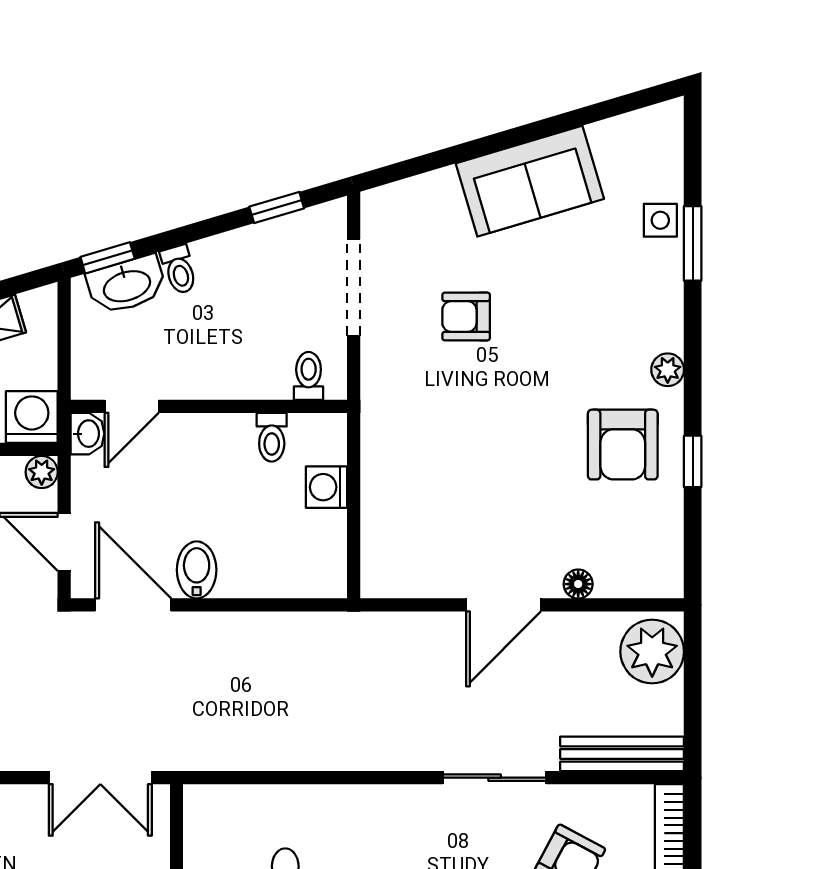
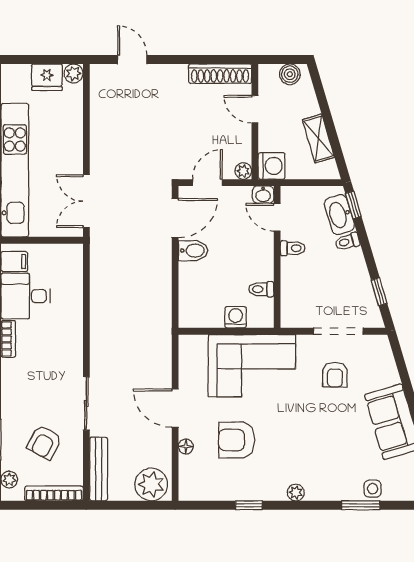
armchair: (466, 316) -> (335, 375), moved, turned 180
toilet: (309, 376) -> (293, 248), moved
armchair: (623, 445) -> (237, 440), moved
corner sofa: (421, 455) -> (252, 366), added

